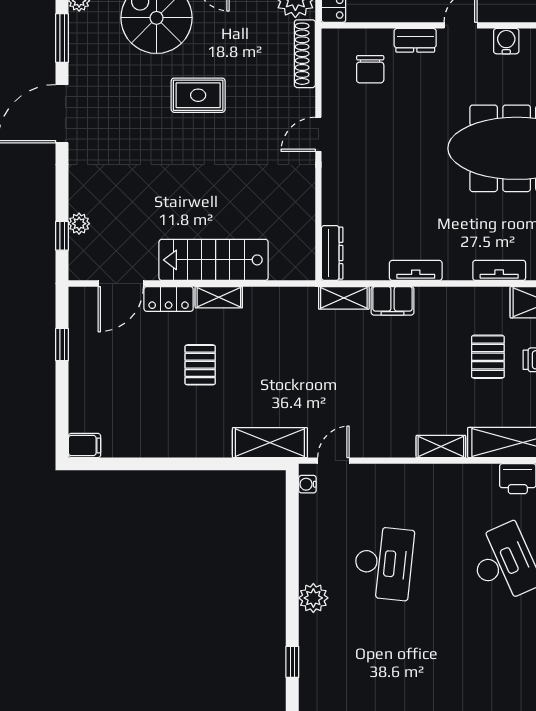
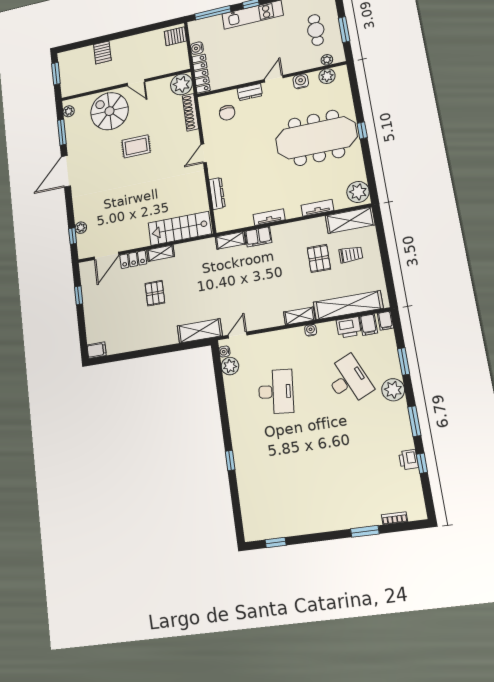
dresser: (332, 253) -> (217, 194), moved
stairs: (214, 260) -> (180, 228), moved
water cooler: (456, 473) -> (311, 330), added
plant: (313, 598) -> (230, 366), moved

